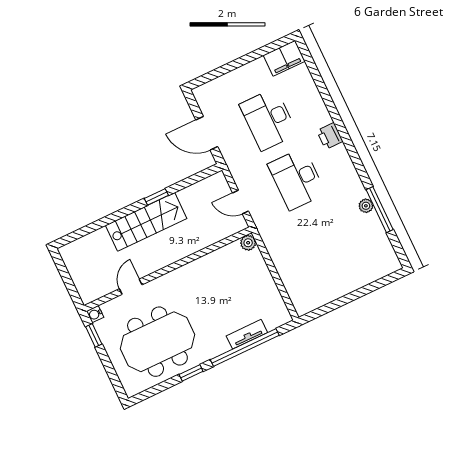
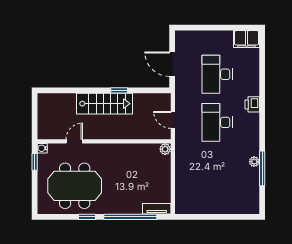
tv unit: (247, 334) -> (157, 209), moved

